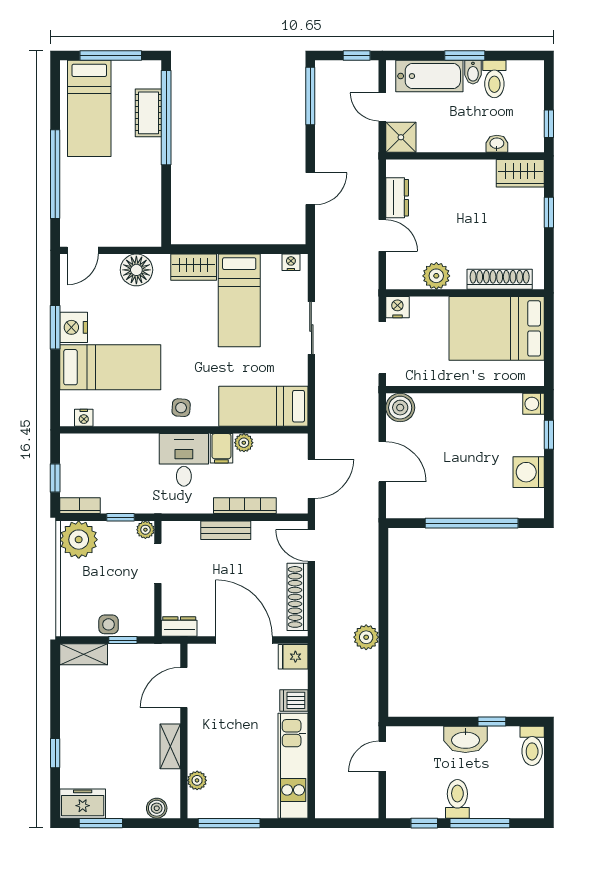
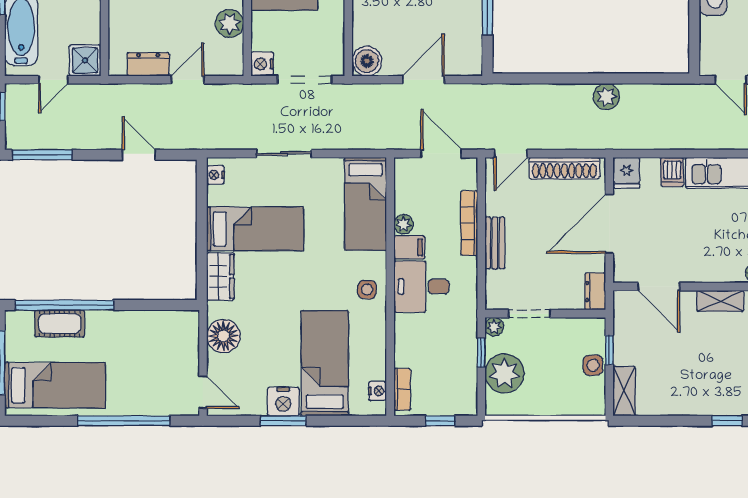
bookcase: (80, 506) -> (402, 389), moved, turned 180
plant: (79, 540) -> (505, 373), moved

